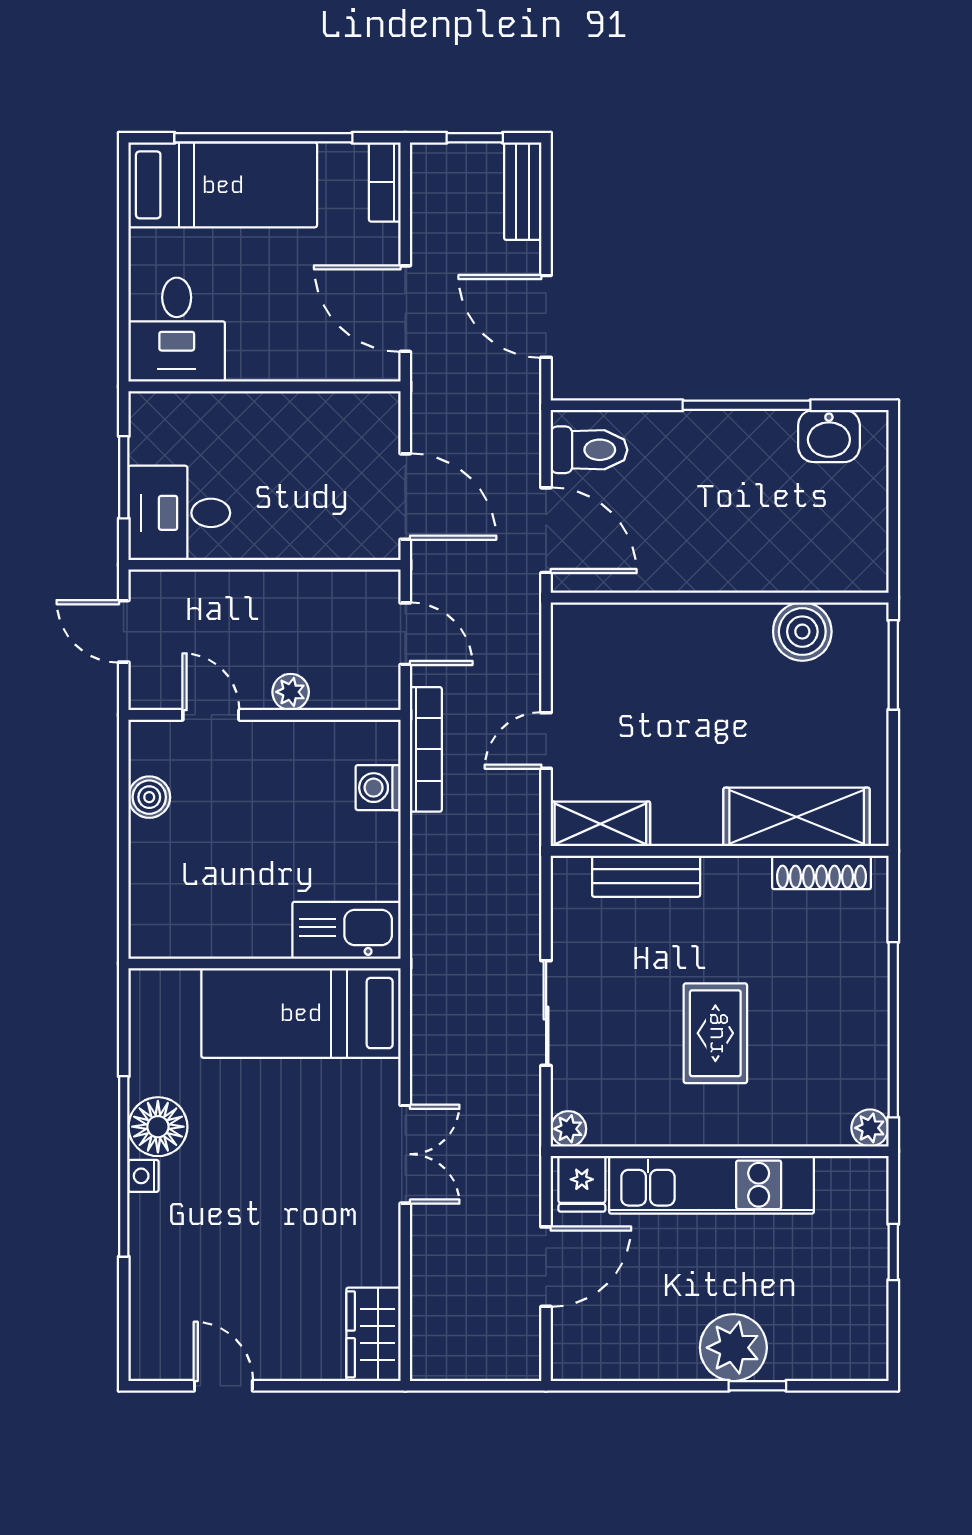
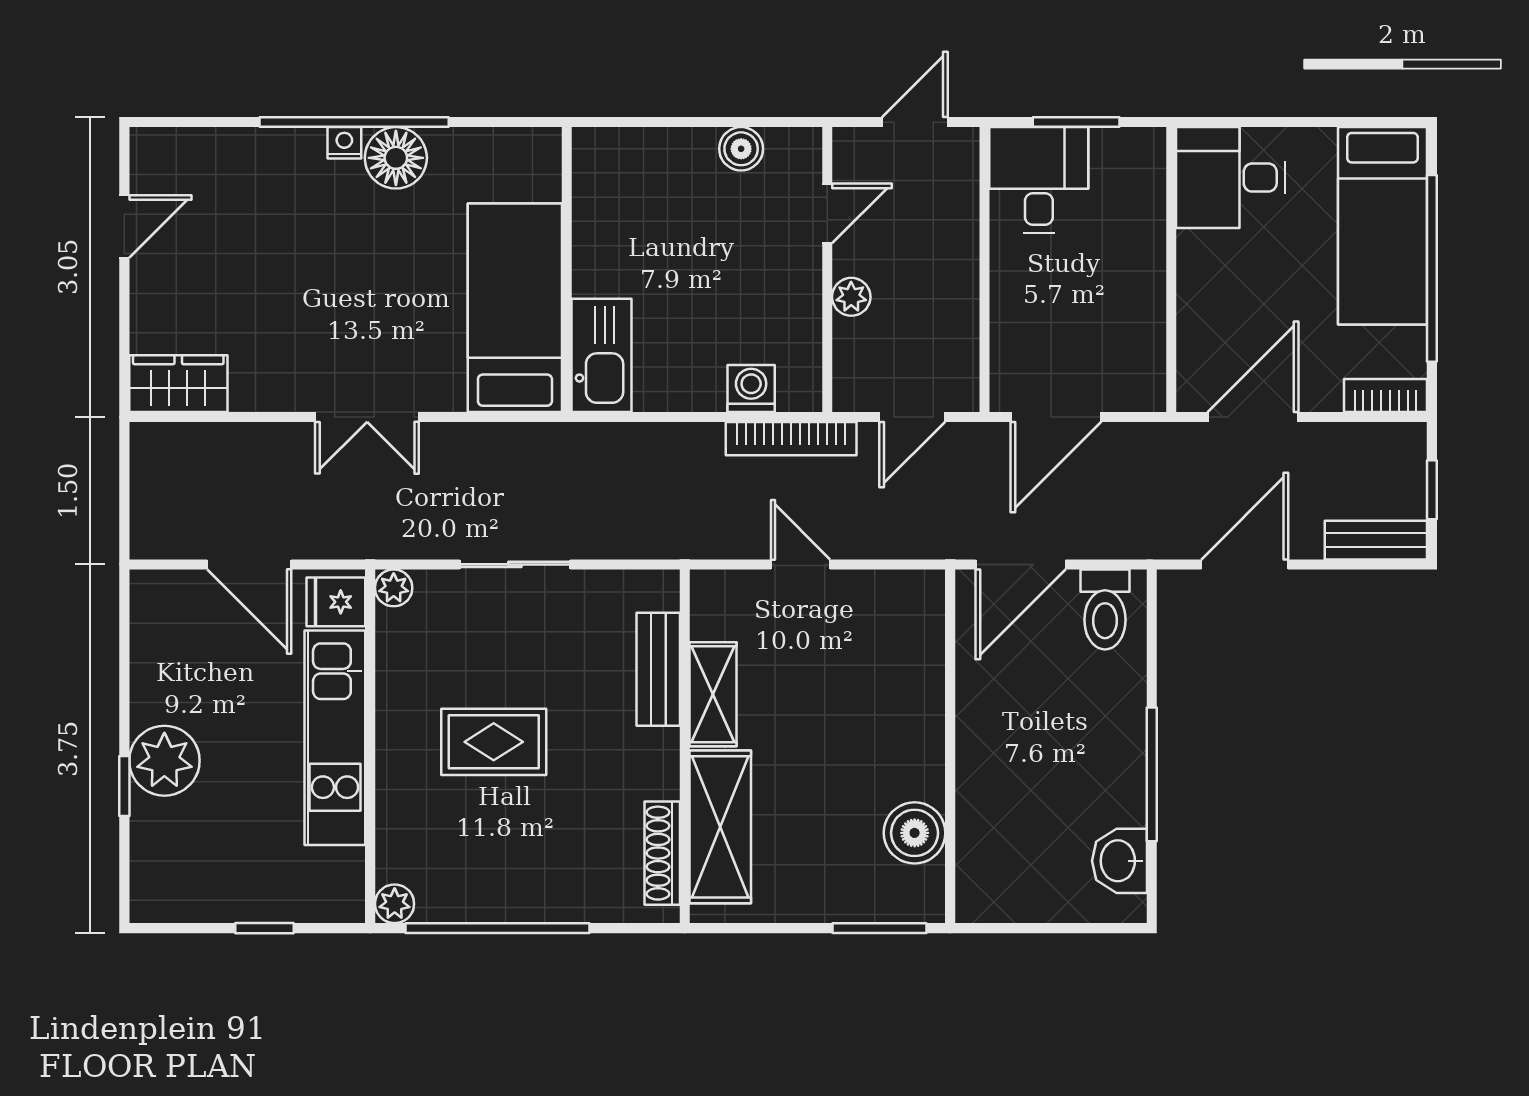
shelving: (600, 824) -> (713, 694), moved

